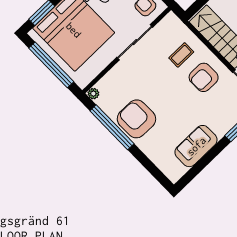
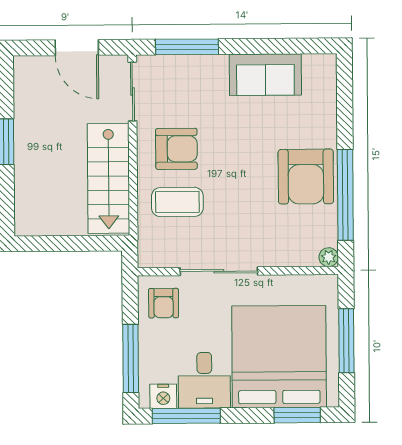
coffee table: (181, 55) -> (177, 202), width x1.36, depth x1.30
window: (51, 65) -> (346, 341), width x0.68

